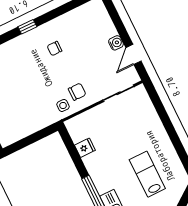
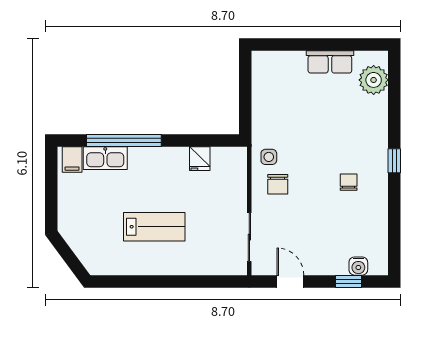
window: (116, 19) -> (349, 281), added
water cooler: (116, 43) -> (358, 266), moved
lab bench: (147, 174) -> (154, 227), moved

